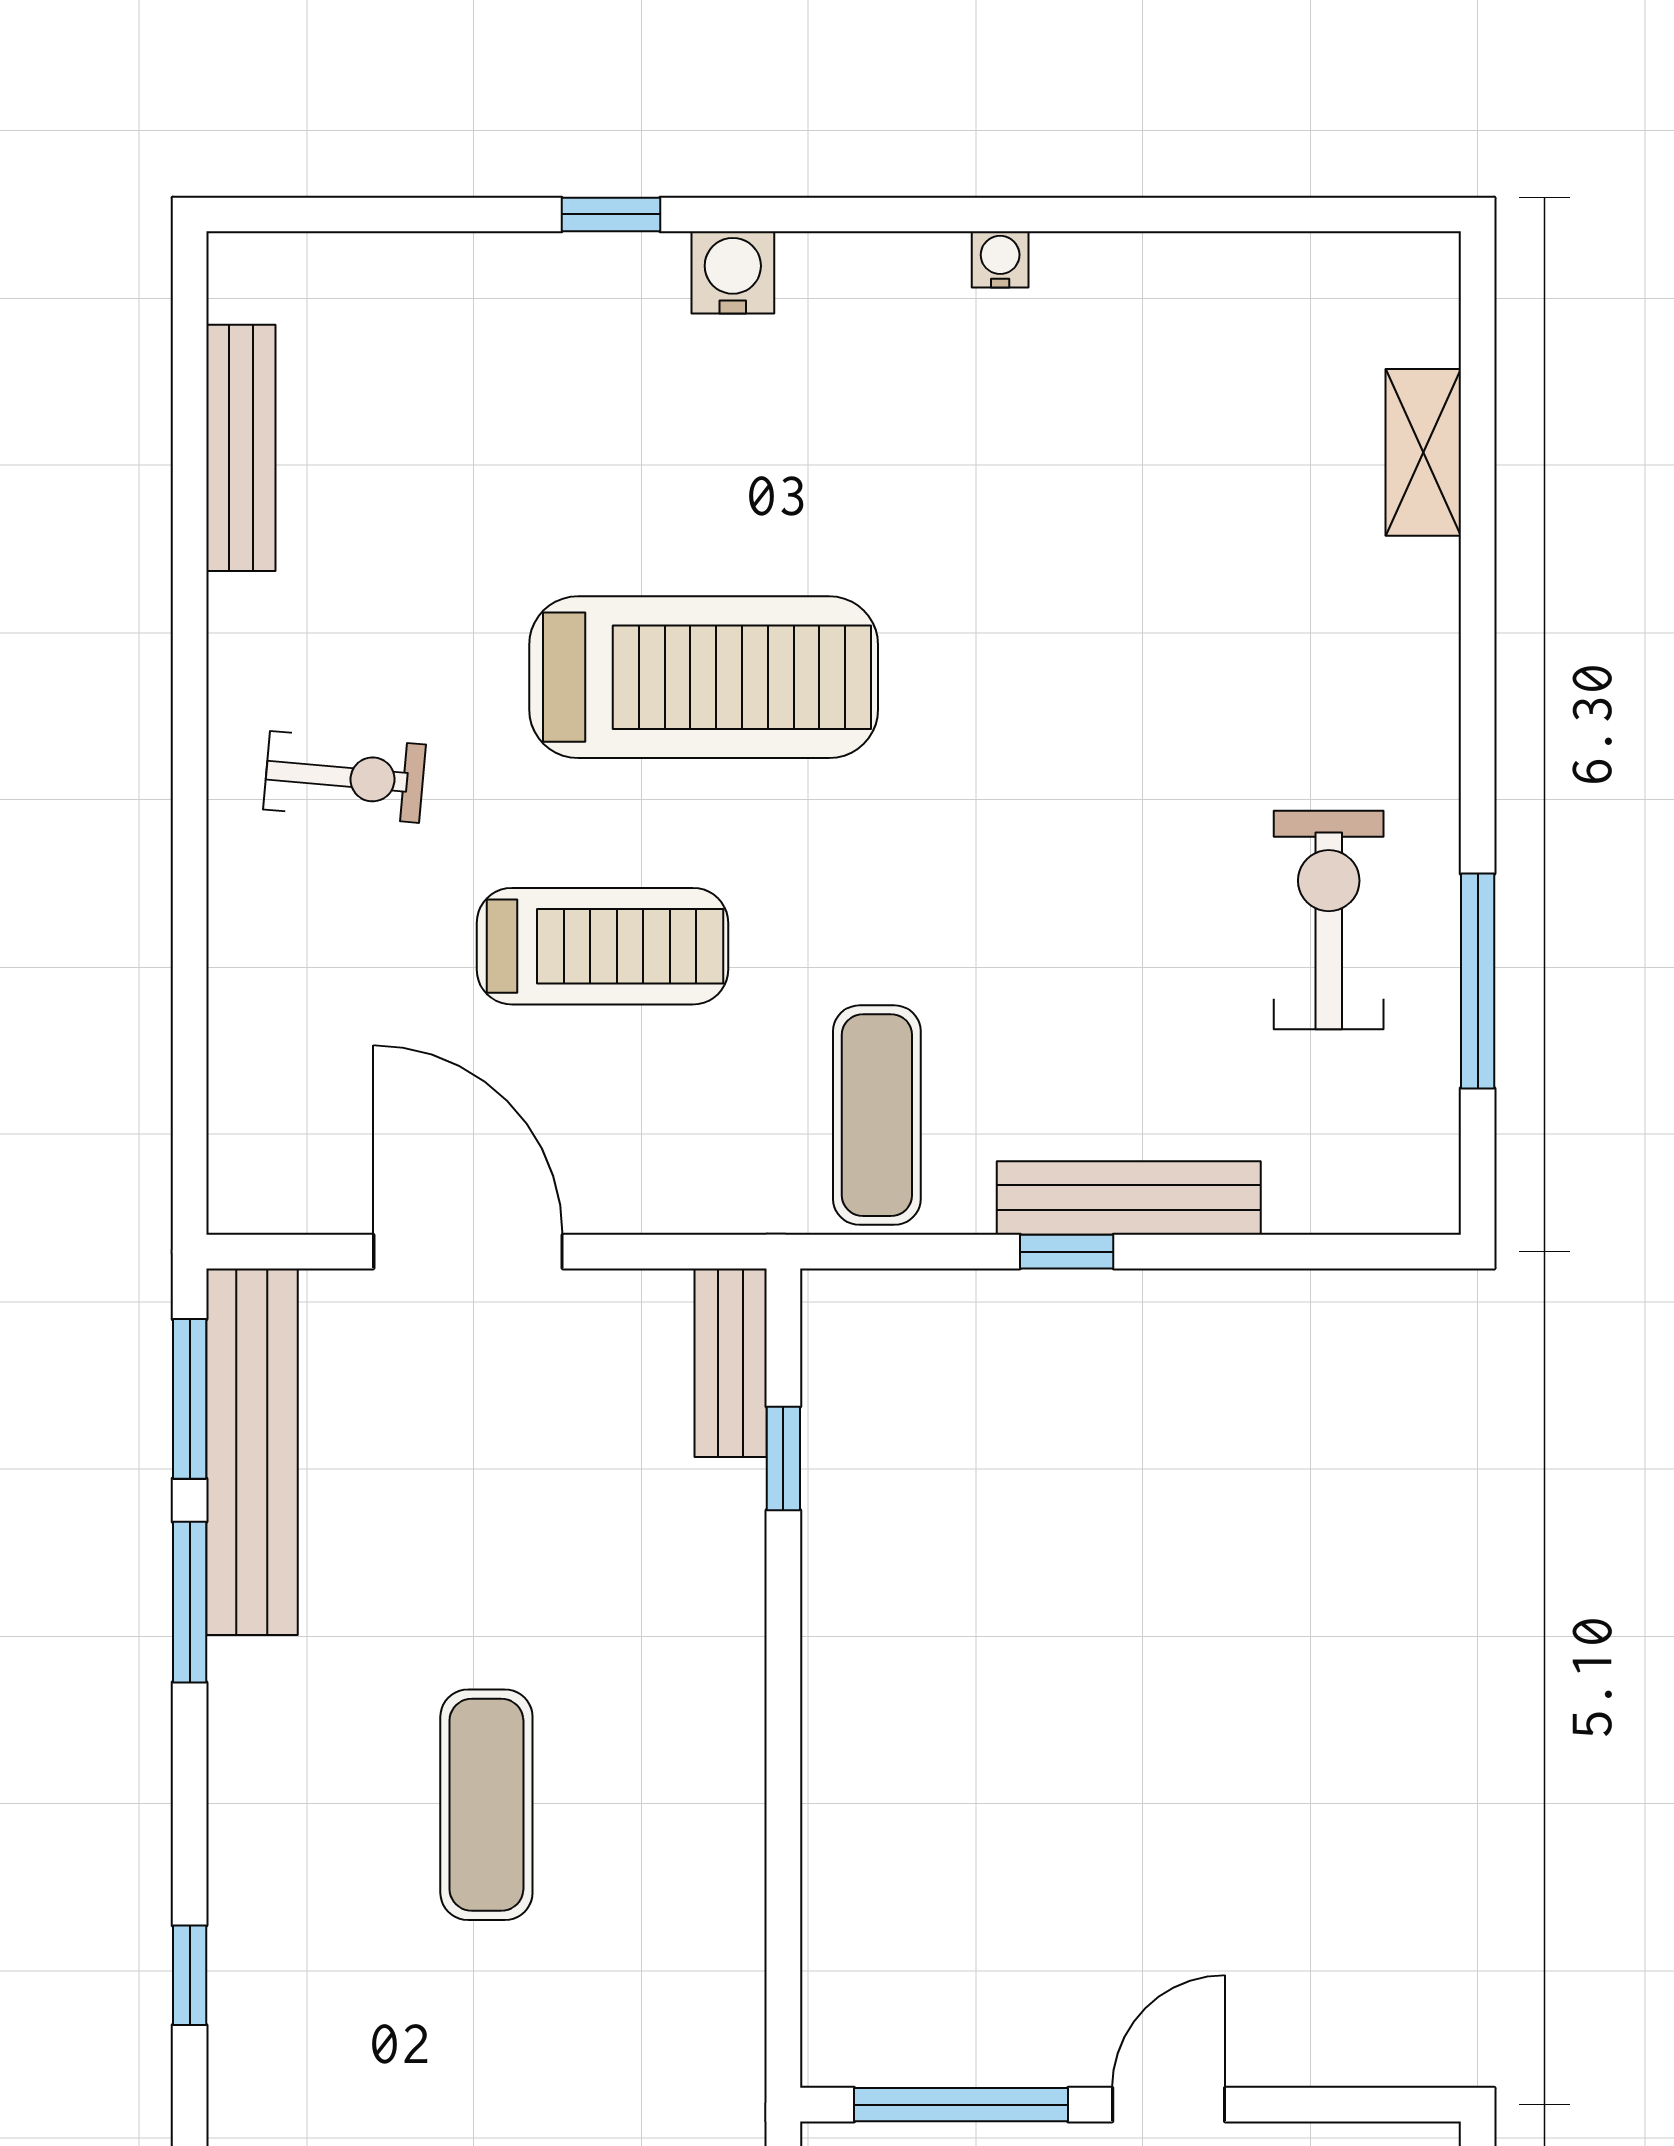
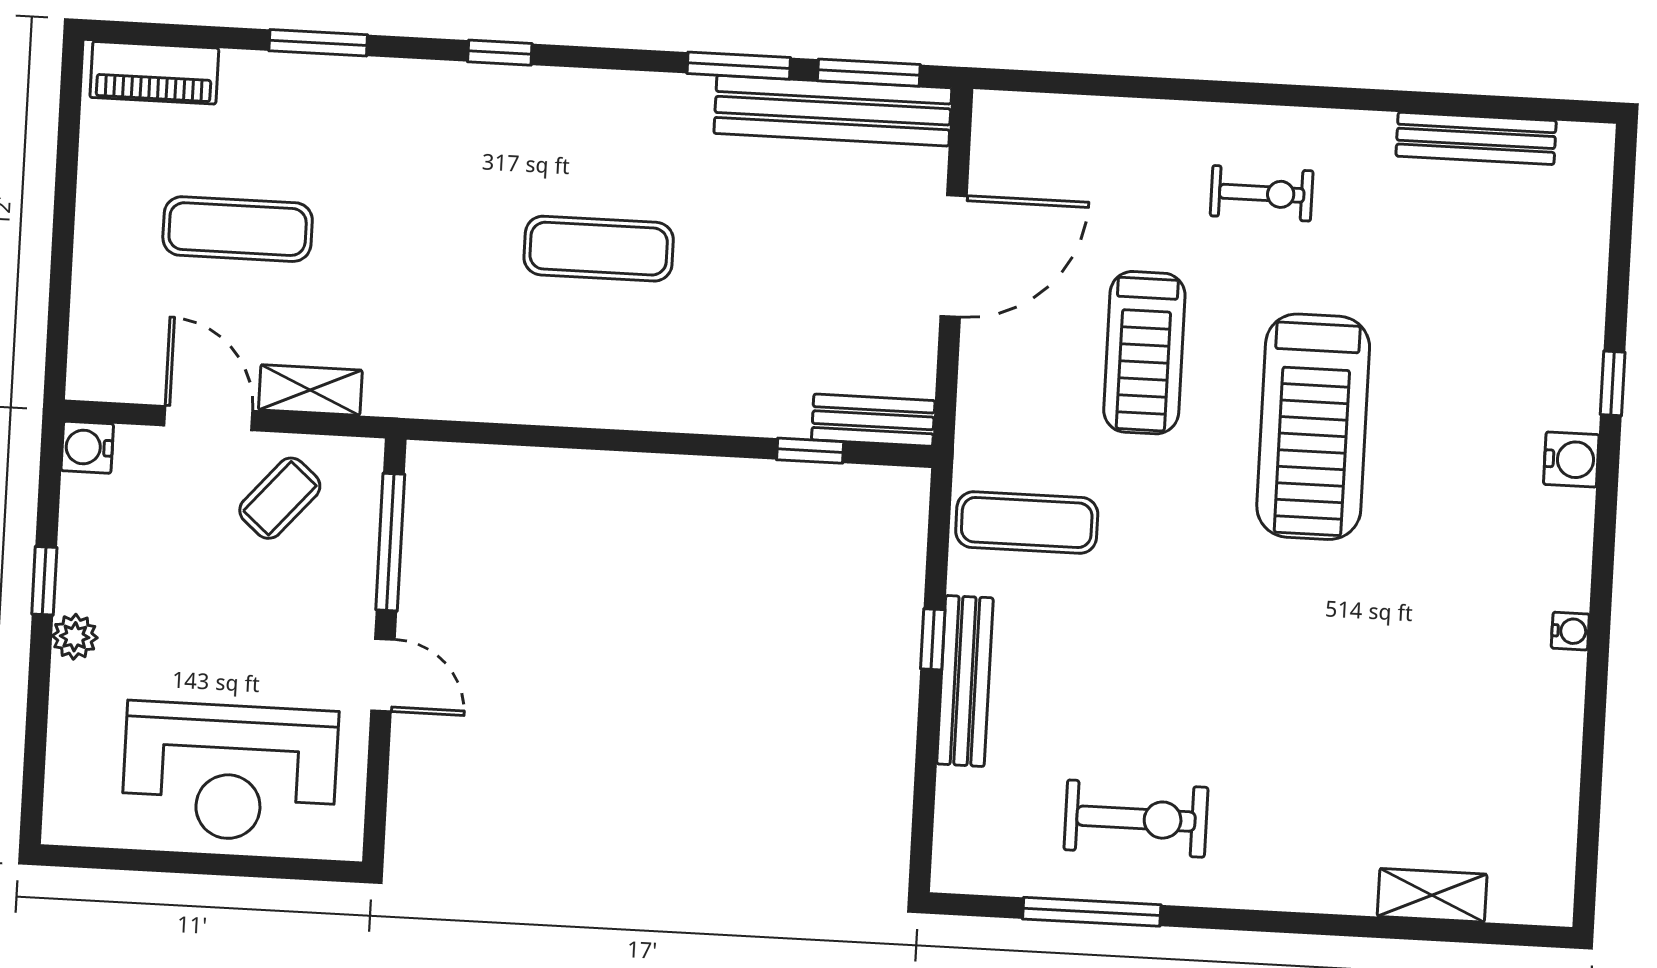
exercise bike: (345, 777) -> (1262, 193), turned -95

